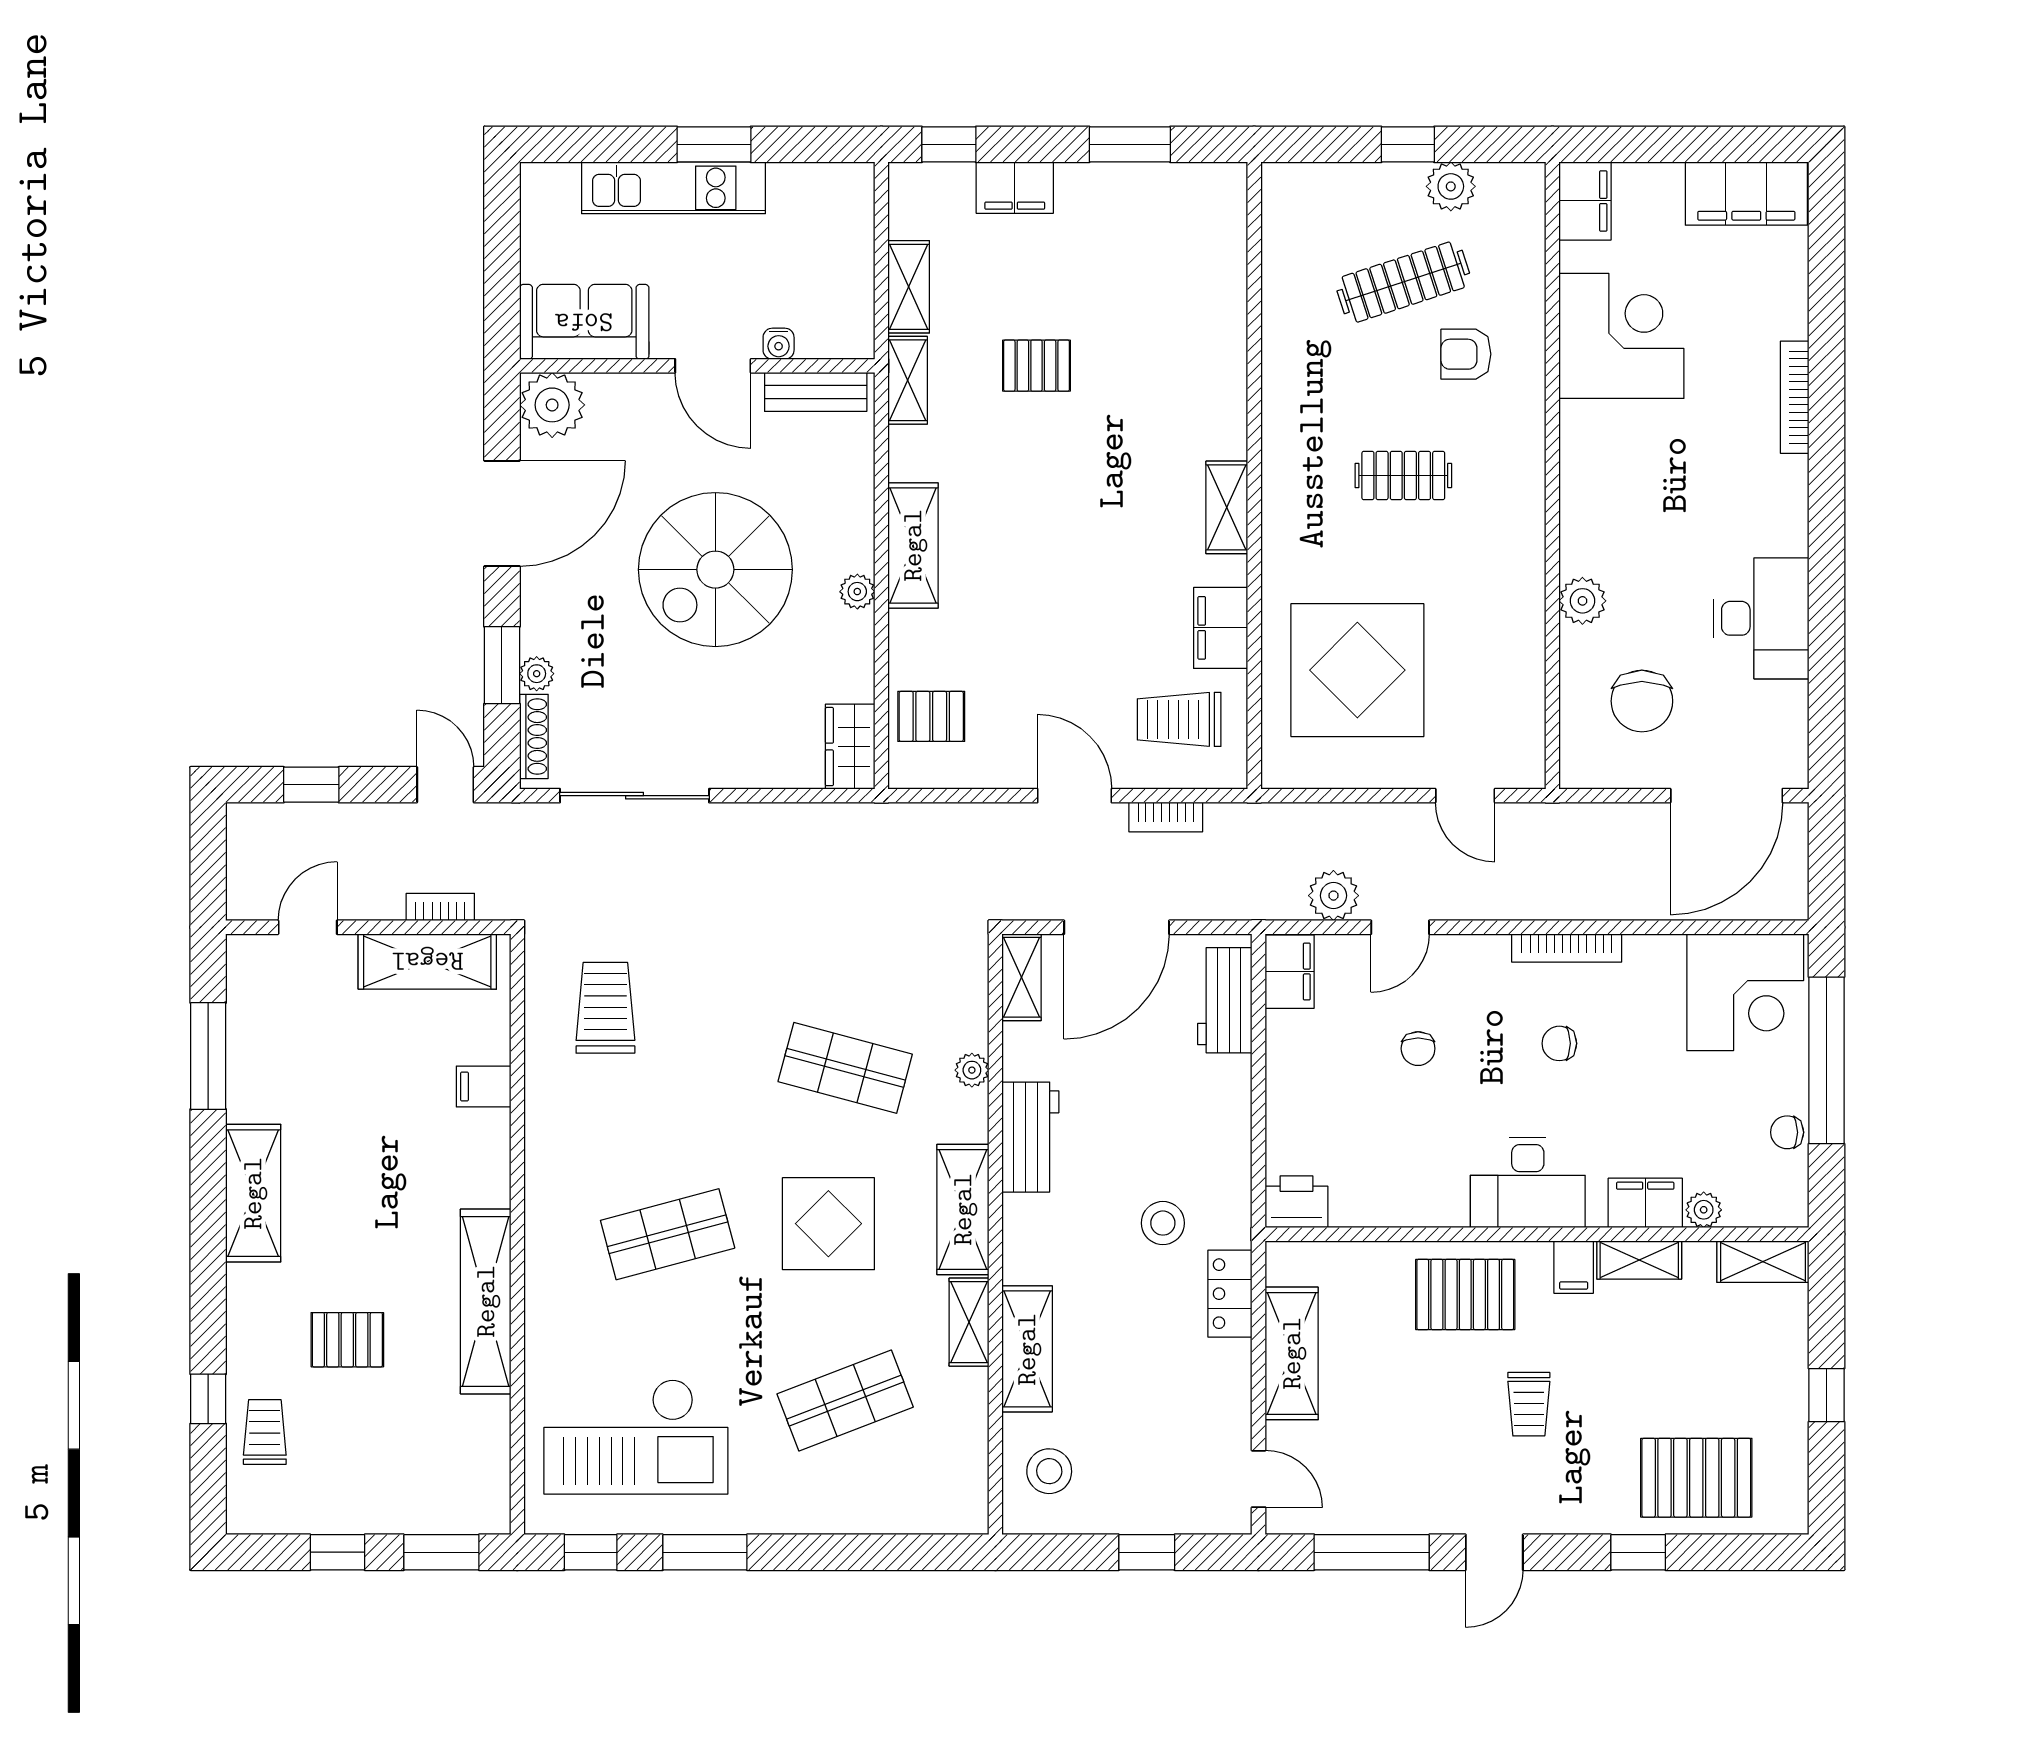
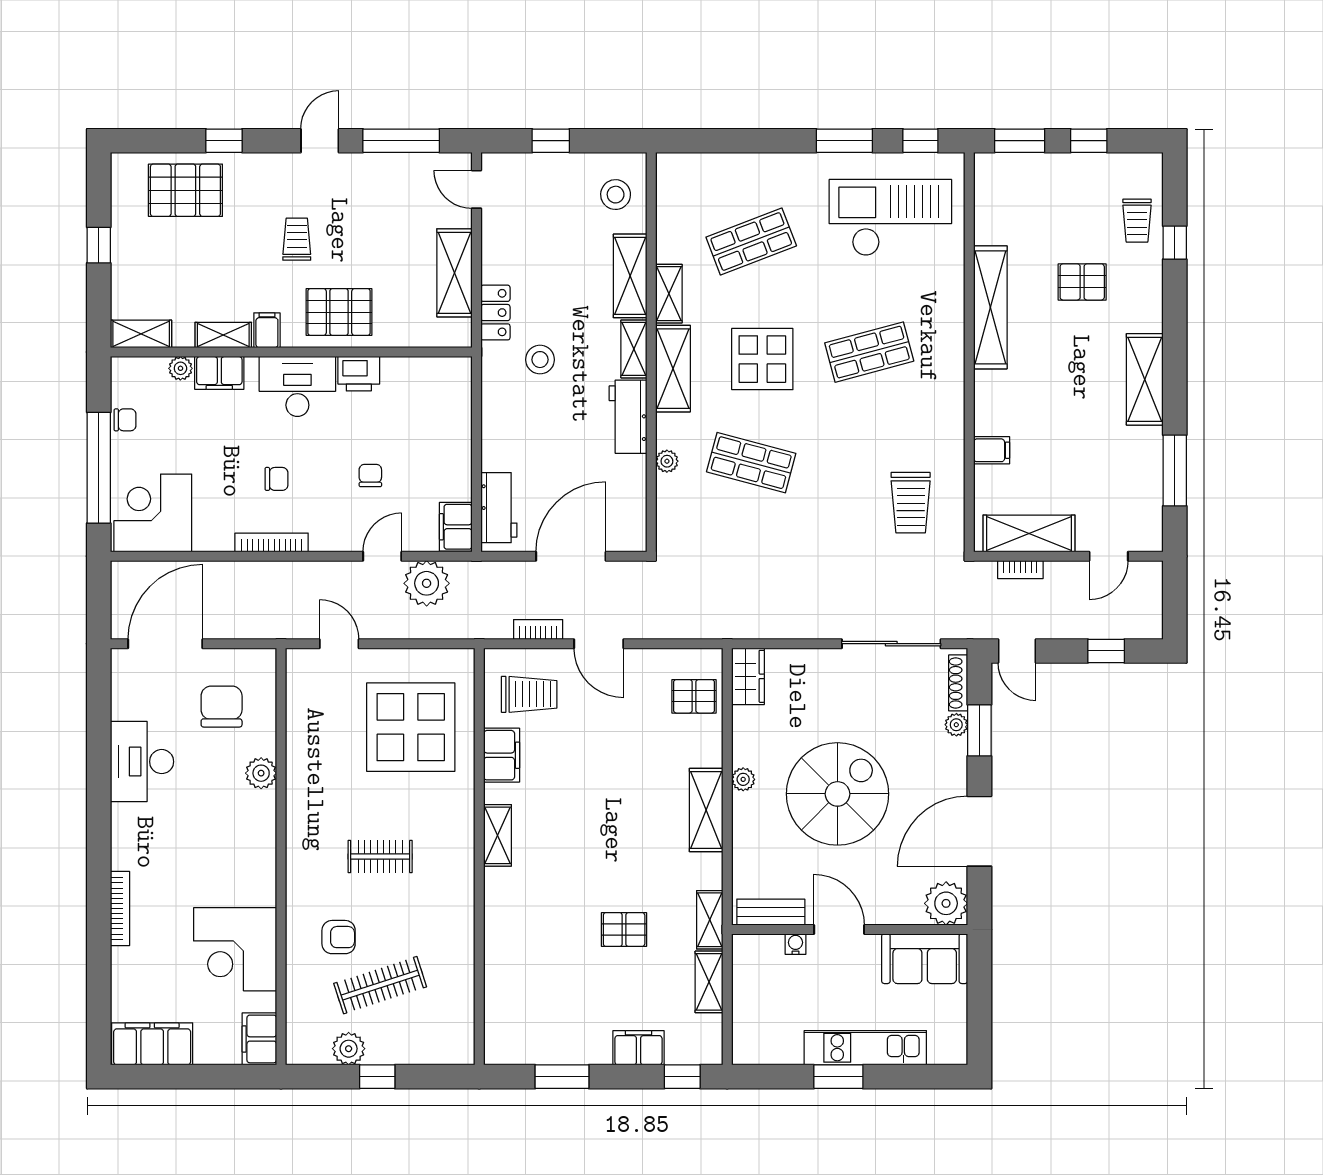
plant: (1333, 896) -> (427, 583), width x1.36, depth x1.36
shelving: (1022, 977) -> (634, 349), moved
printer: (1297, 1202) -> (359, 374), moved

